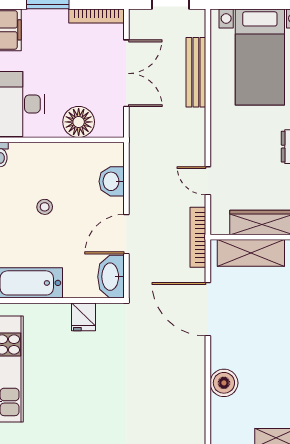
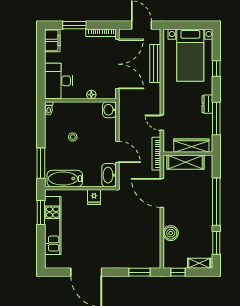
double door: (126, 73) -> (117, 64), width x1.36
floor lamp: (79, 122) -> (91, 95), width x0.53, depth x0.53
washbasin: (112, 181) -> (109, 110), moved
door: (126, 234) -> (117, 152), swing flipped

